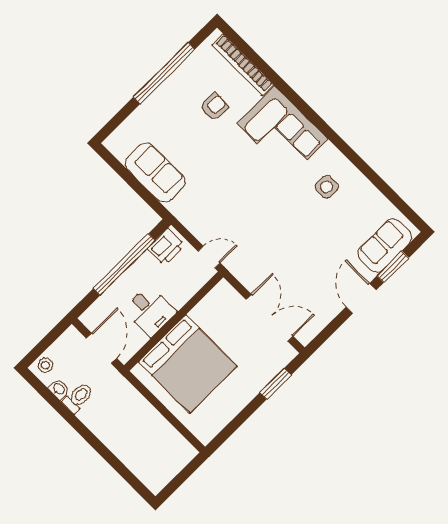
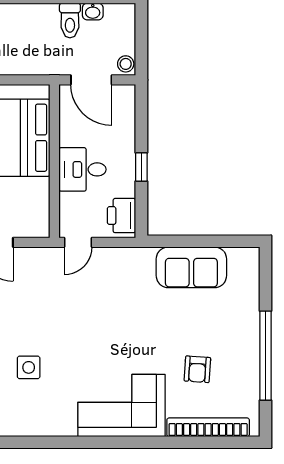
side table: (327, 187) -> (29, 367), moved
window: (124, 264) -> (141, 167), width x0.32
desk: (150, 311) -> (82, 169), moved
stool: (45, 365) -> (126, 64), moved

